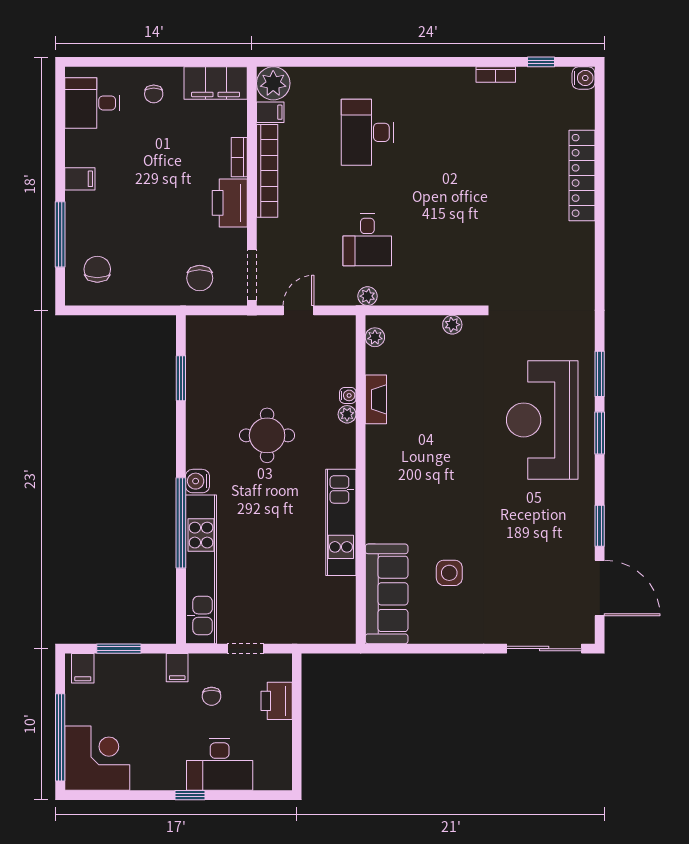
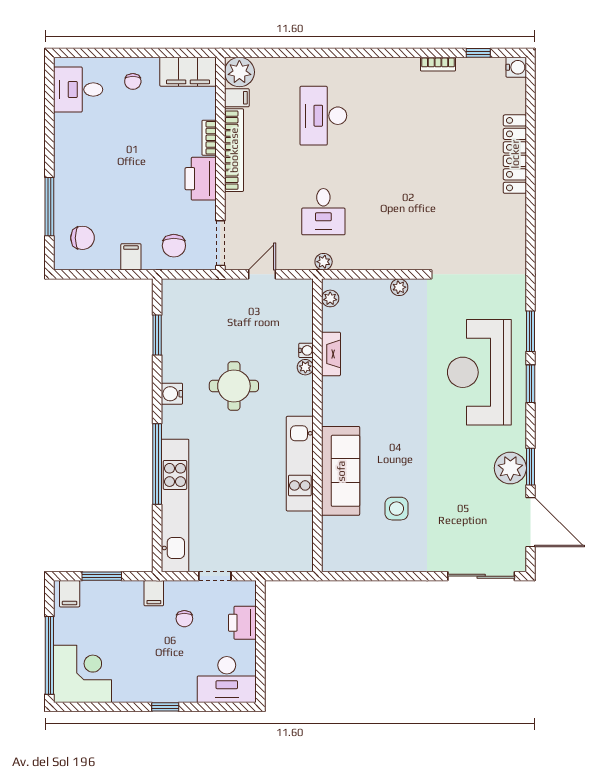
filing cabinet: (80, 179) -> (131, 257), moved, turned -90
chair: (97, 269) -> (83, 238), turned 90
water cooler: (197, 481) -> (172, 394), moved
plant: (577, 527) -> (510, 468), added
sofa: (387, 594) -> (341, 471), moved
desk: (220, 765) -> (227, 680), moved

